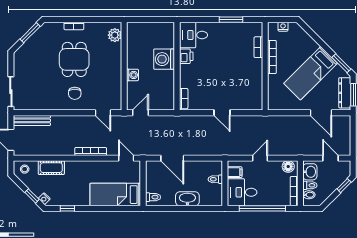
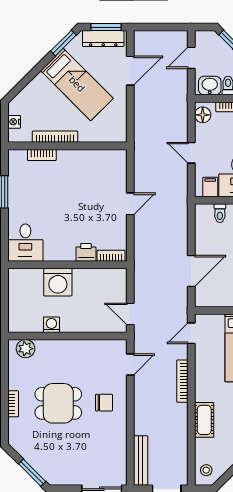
window: (30, 33) -> (32, 473), moved
printer: (186, 56) -> (86, 252), moved
washing machine: (132, 75) -> (51, 325), moved
cot: (51, 168) -> (204, 420), moved

